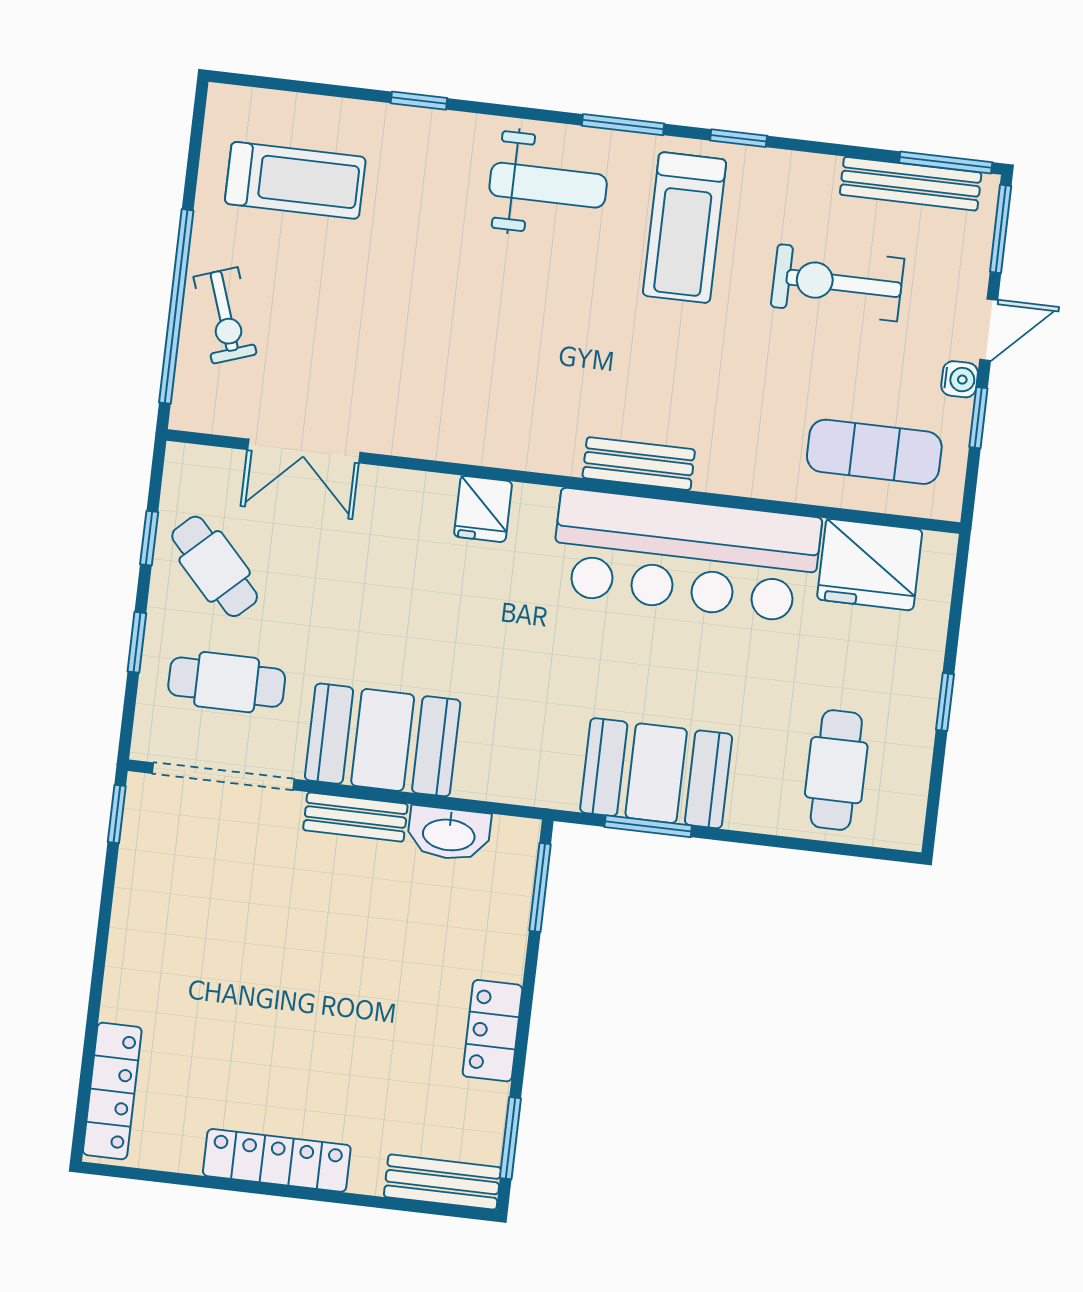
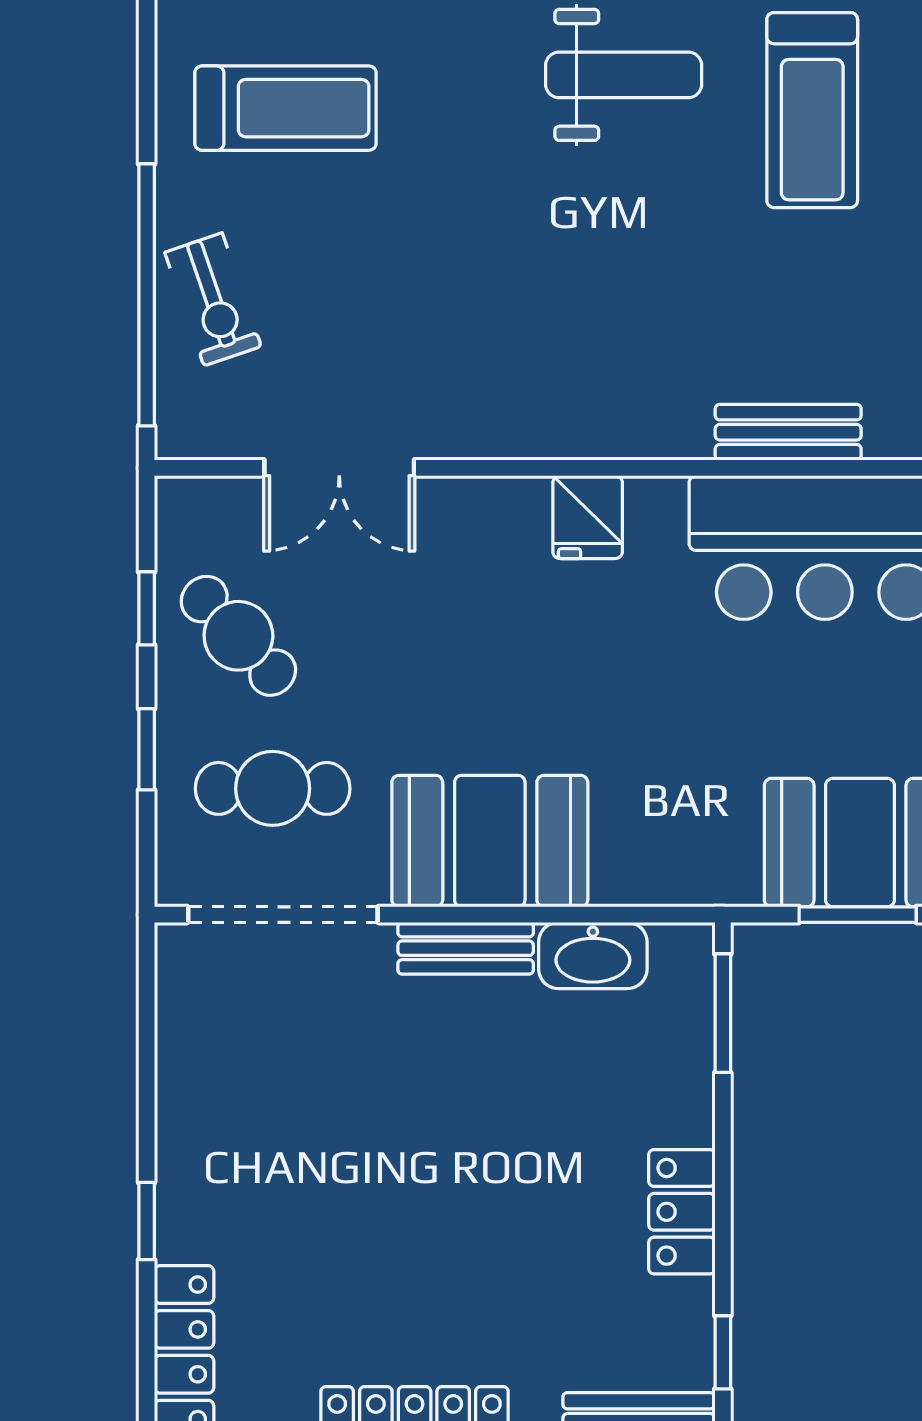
window: (117, 814) -> (147, 1221), moved
window: (510, 1138) -> (723, 1352), width x0.67

